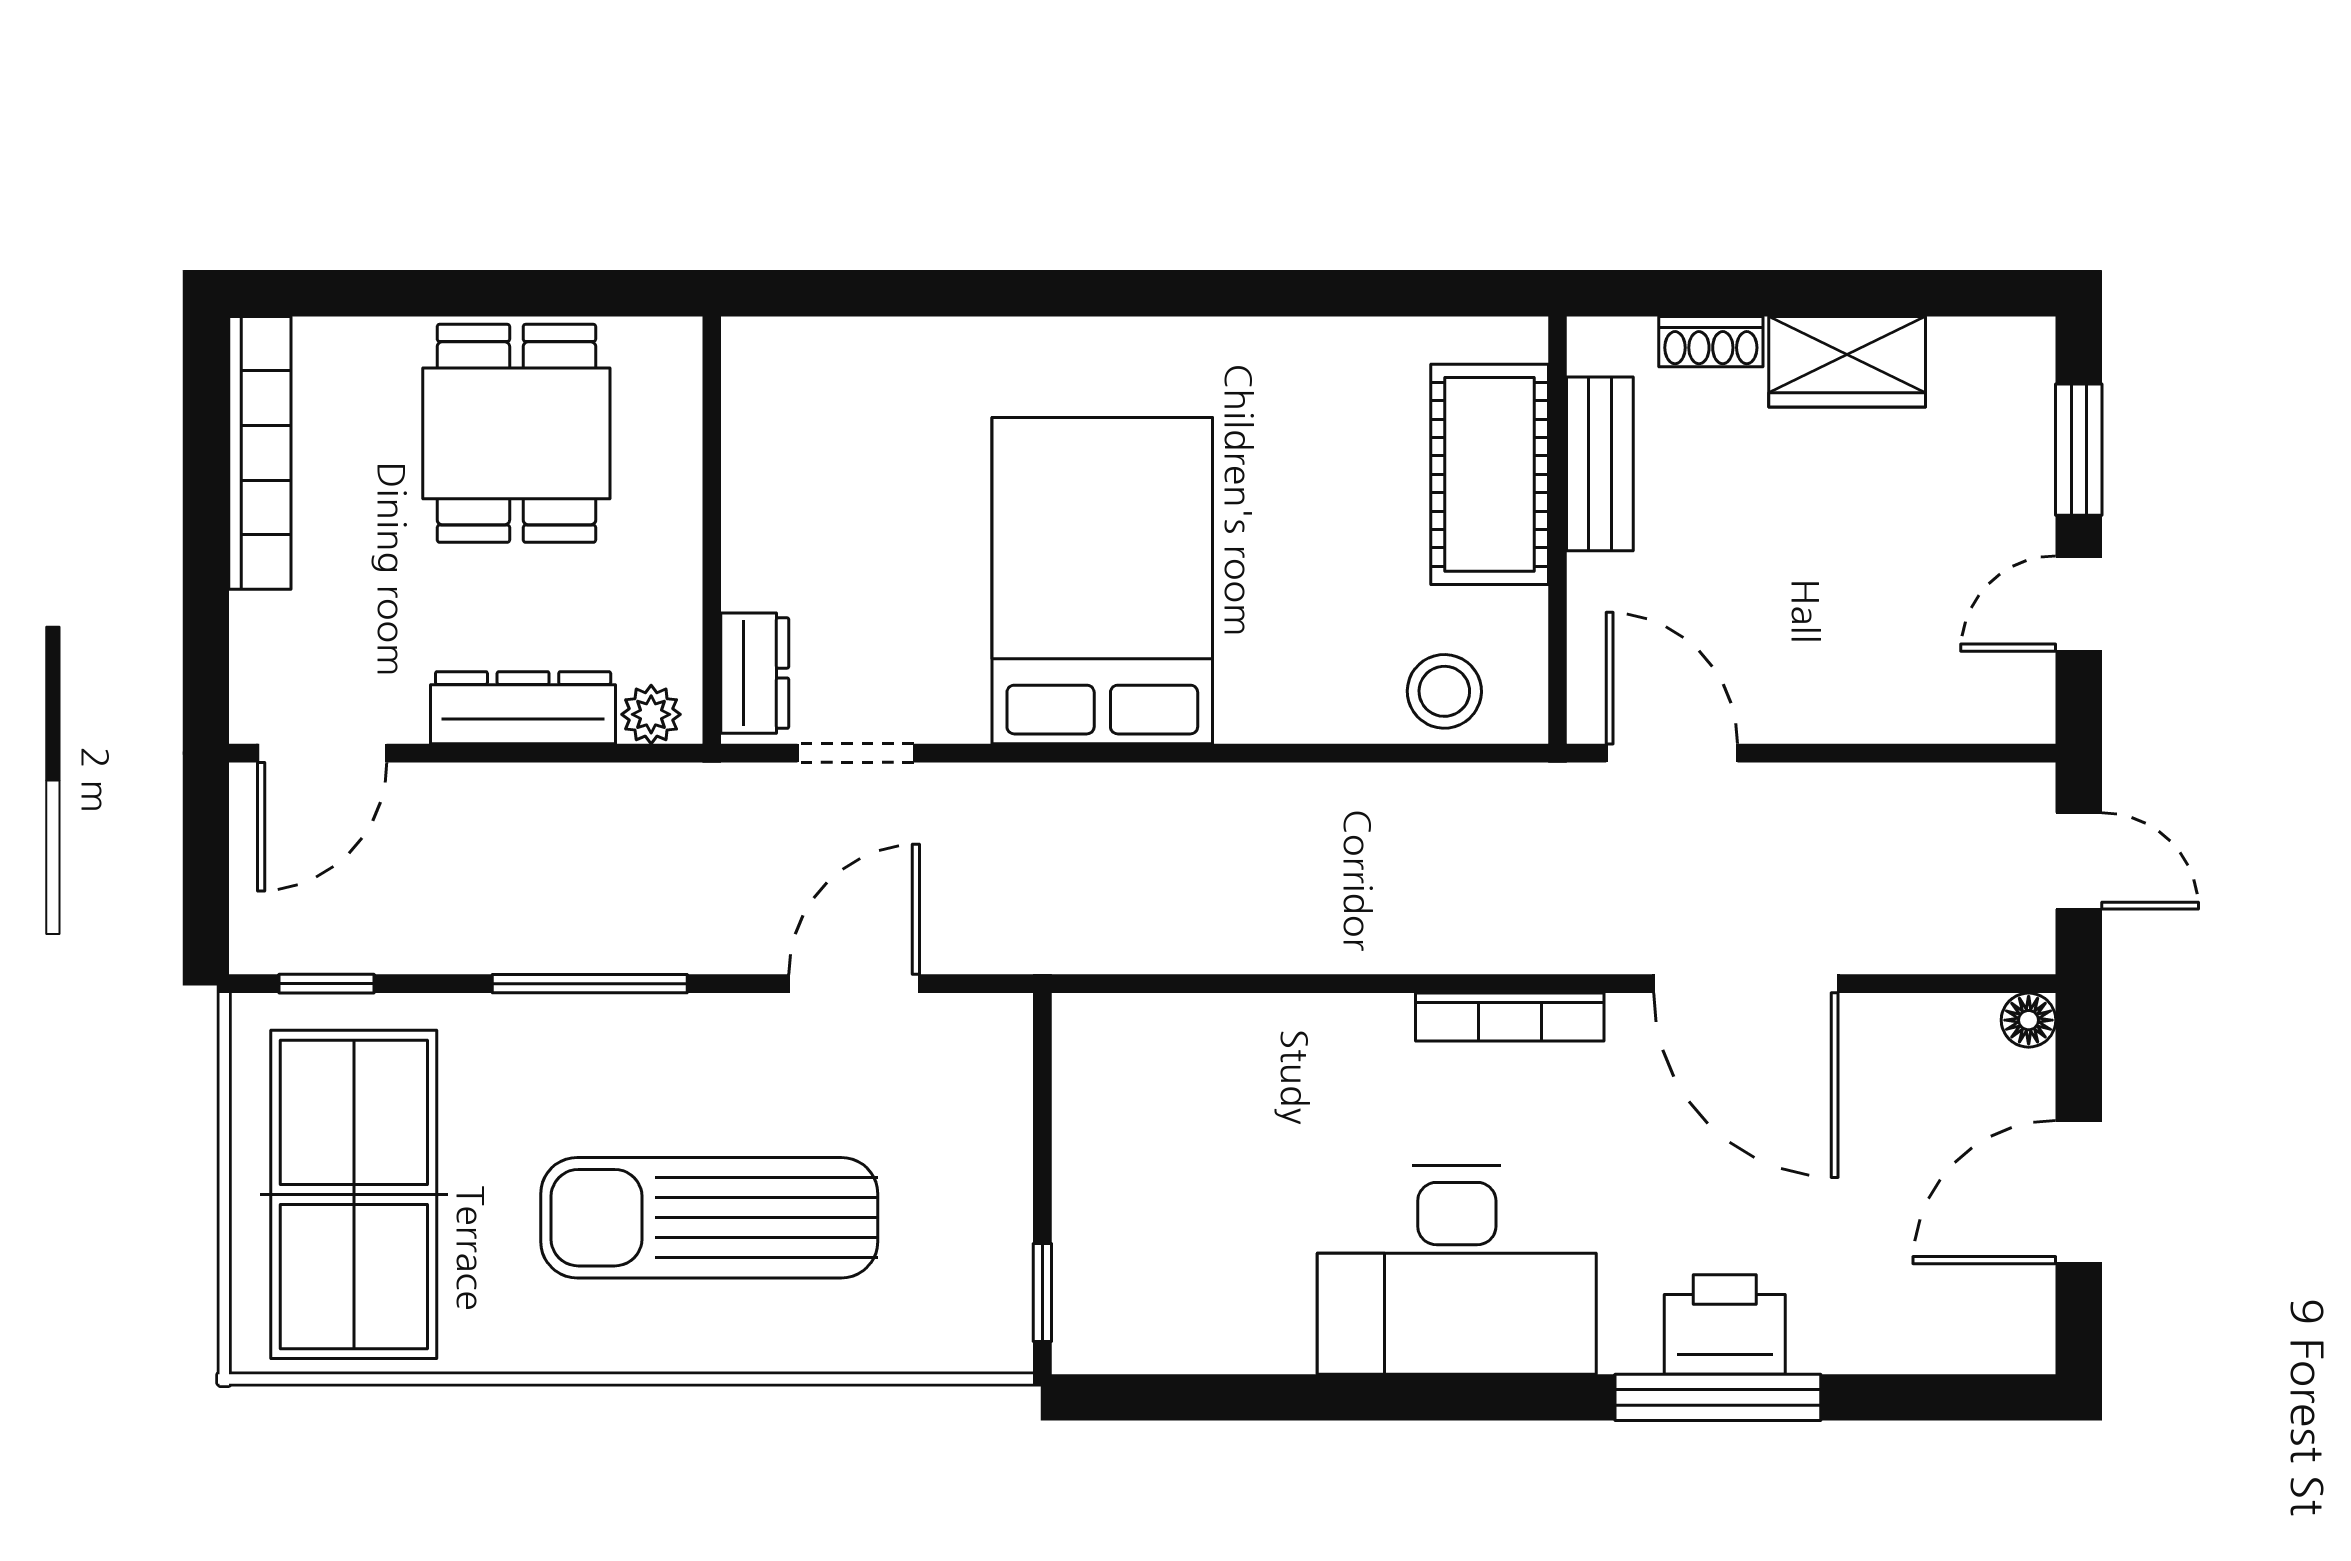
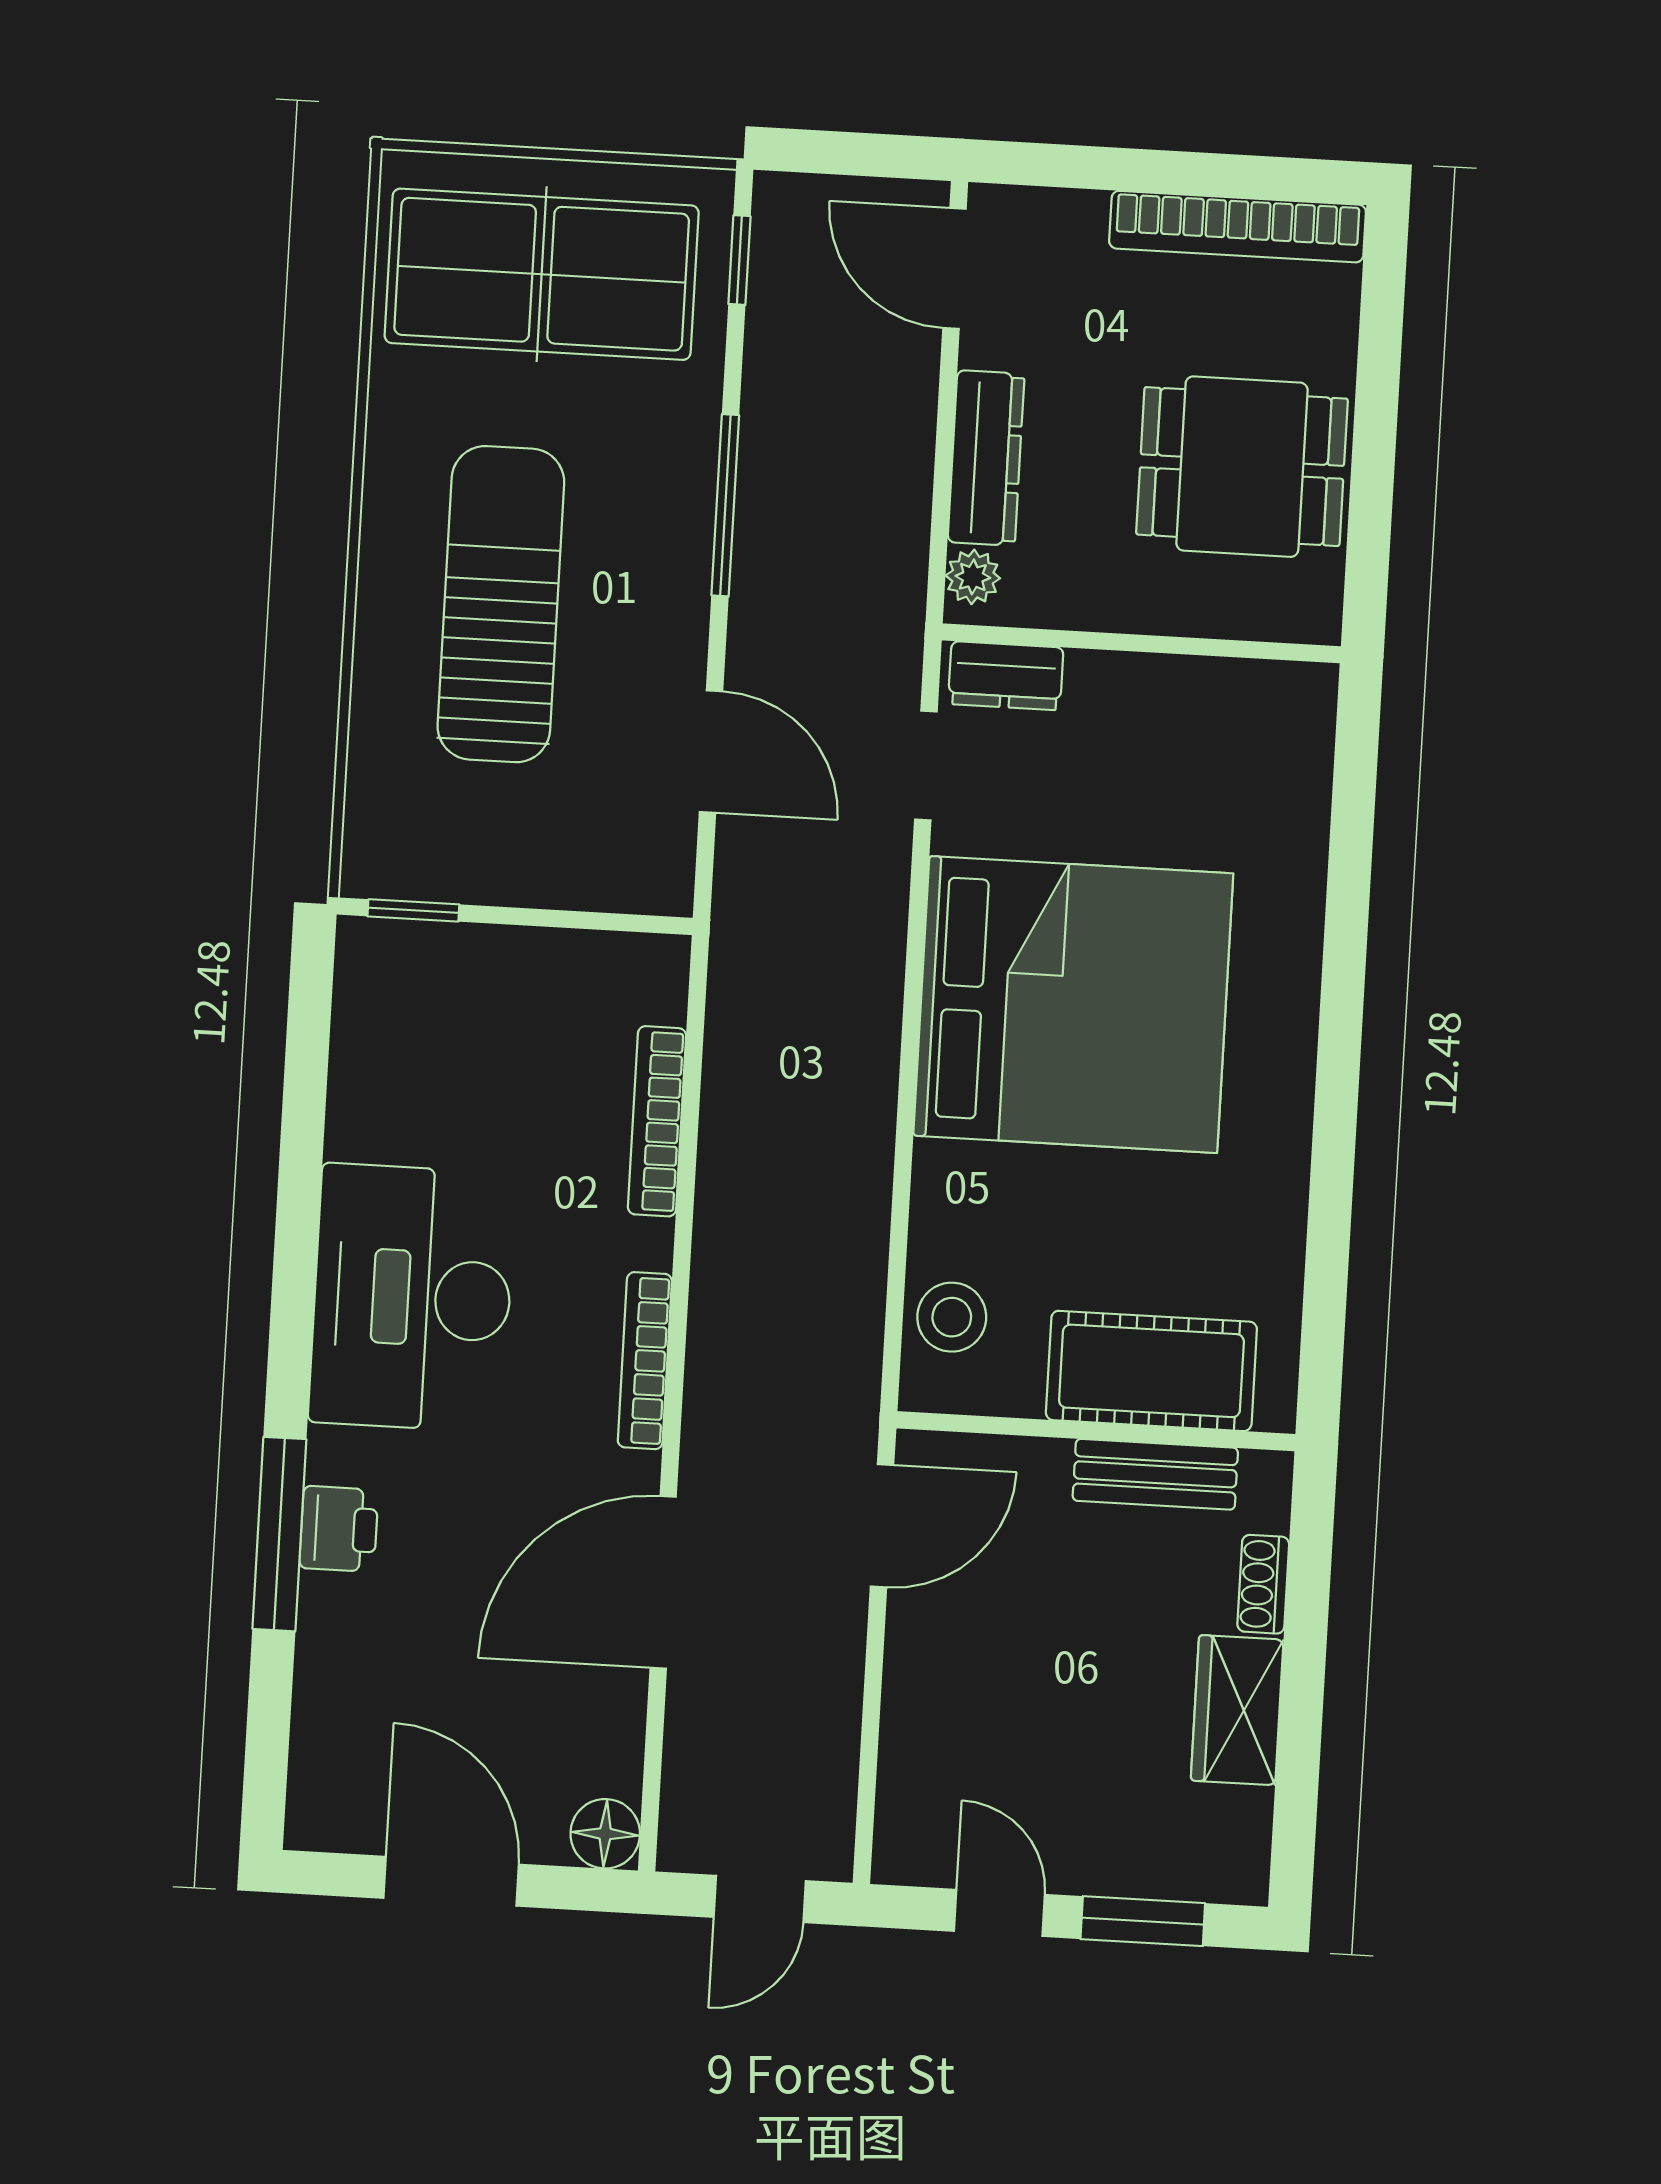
bed: (1102, 581) -> (1073, 1004), width x1.36
bookcase: (1253, 1019) -> (657, 1121), added
floor lamp: (2029, 1020) -> (605, 1834), width x1.37, depth x1.37
printer: (1725, 1324) -> (339, 1529), width x0.73, depth x0.81

